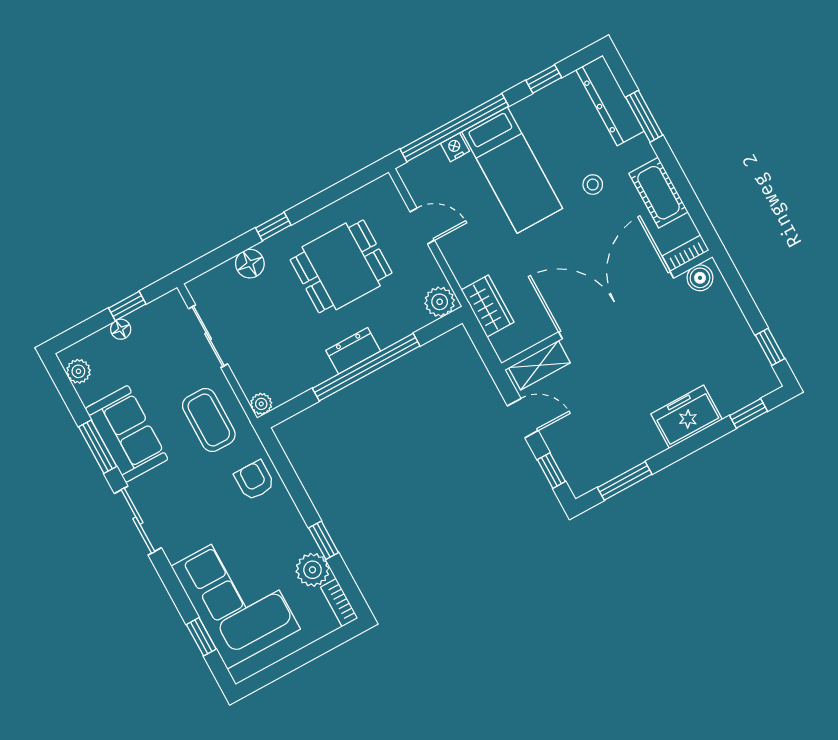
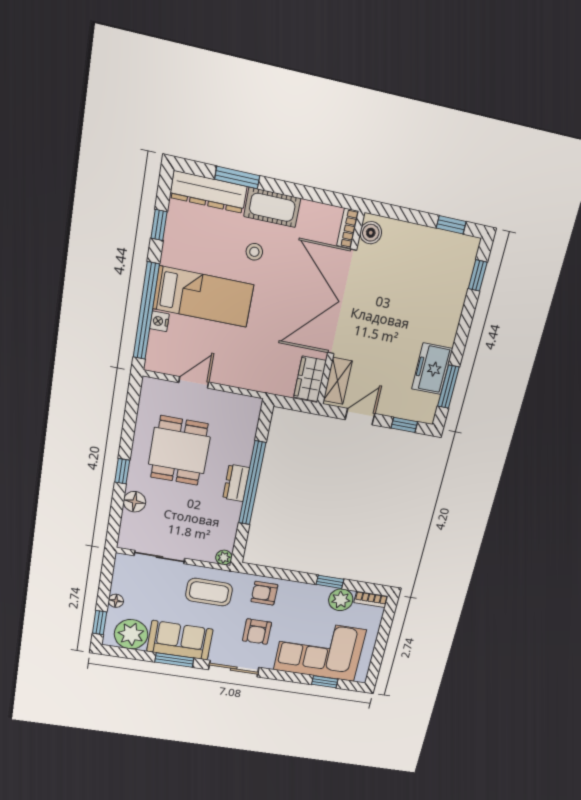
cot: (658, 193) -> (272, 207), moved
plant: (440, 302) -> (249, 409), removed
window: (127, 306) -> (100, 623), moved
wardrobe: (488, 306) -> (310, 379), moved, turned -90
plant: (78, 371) -> (131, 634), width x1.88, depth x1.88
freezer: (687, 417) -> (432, 369), moved
armchair: (203, 510) -> (257, 632), added

